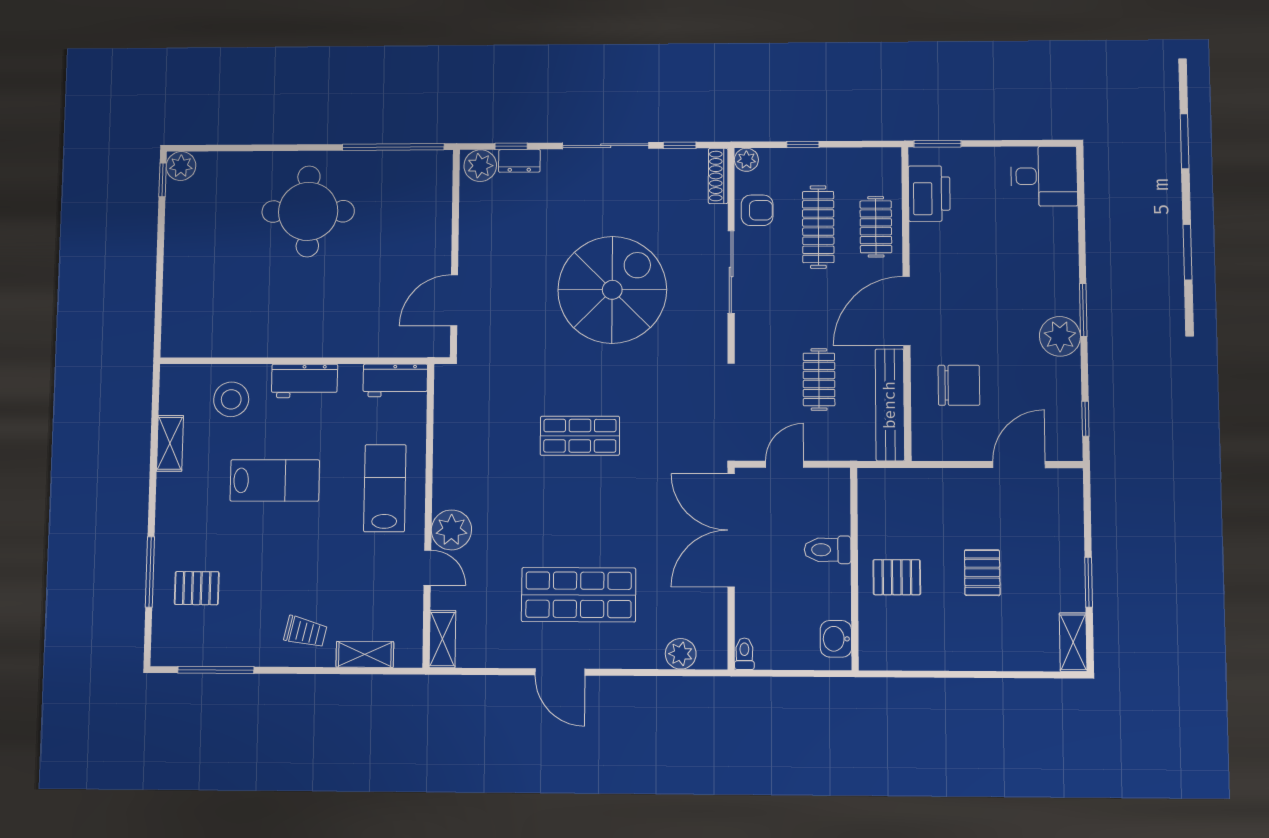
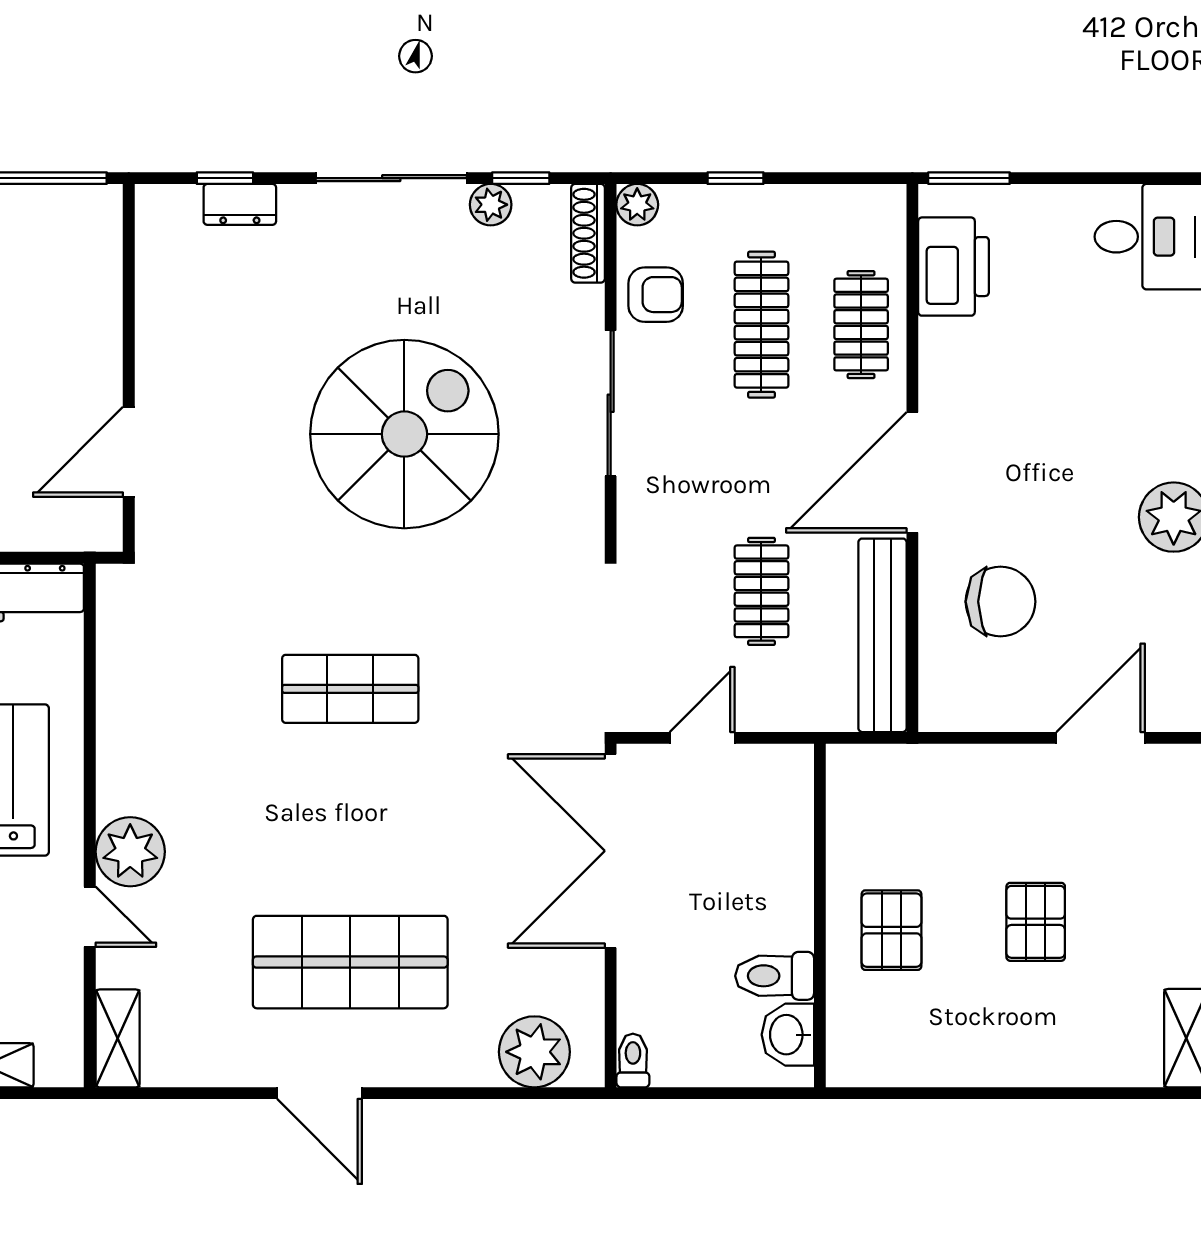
plant: (480, 166) -> (491, 205), moved, width x0.73, depth x0.73
toilet: (828, 550) -> (775, 976), moved
pallet: (897, 577) -> (891, 930), turned 90
plant: (681, 654) -> (534, 1052), width x1.36, depth x1.36

